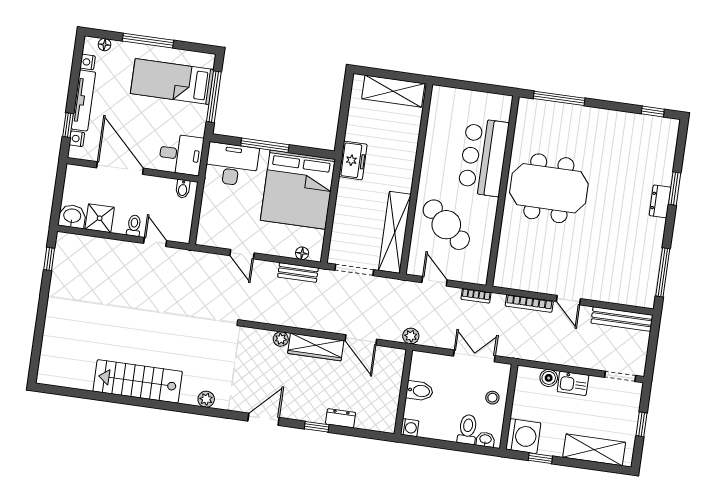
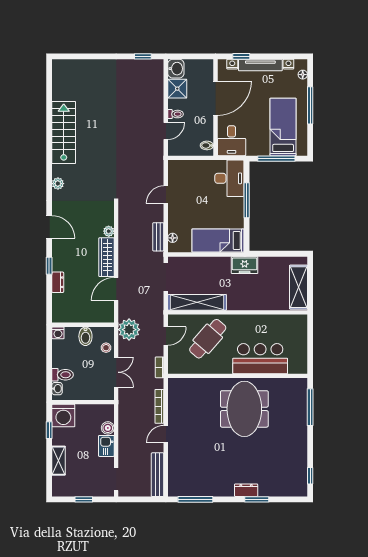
bed: (298, 190) -> (218, 240), width x0.49
plant: (411, 336) -> (129, 330), width x1.88, depth x1.88
stool: (492, 398) -> (106, 348), moved
shelving: (594, 450) -> (59, 461), width x0.67, depth x0.75

